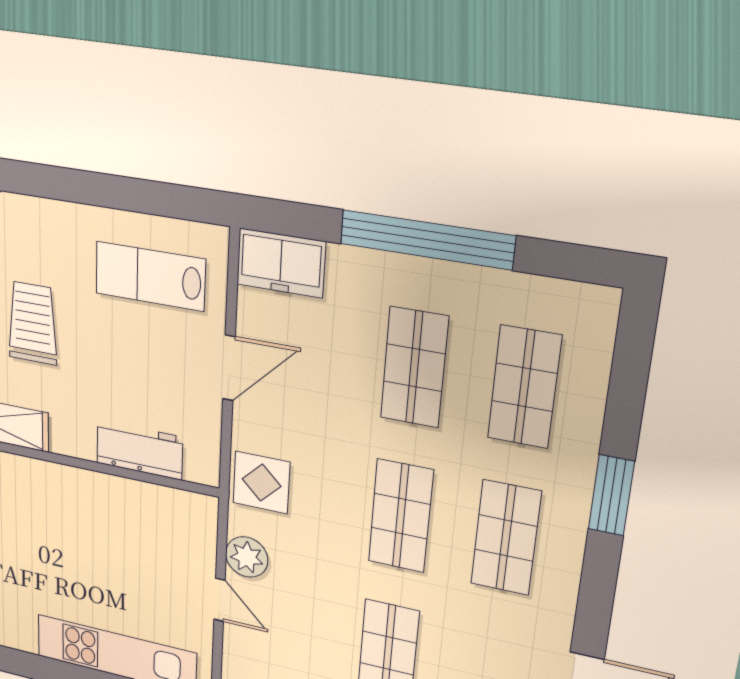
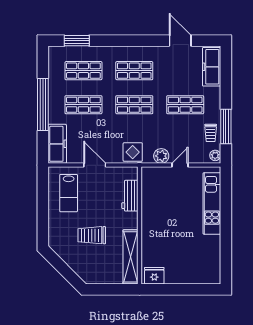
freezer: (281, 263) -> (57, 144), width x1.40
window: (611, 495) -> (77, 41), moved

